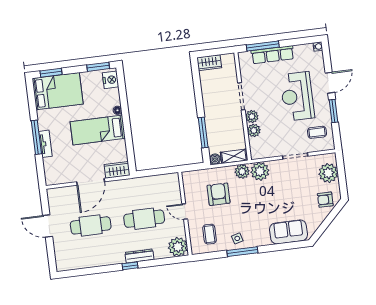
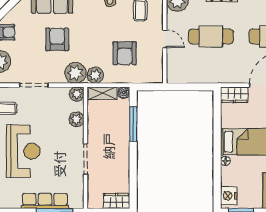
plant: (252, 117) -> (77, 94), moved
armchair: (280, 199) -> (57, 39), added

